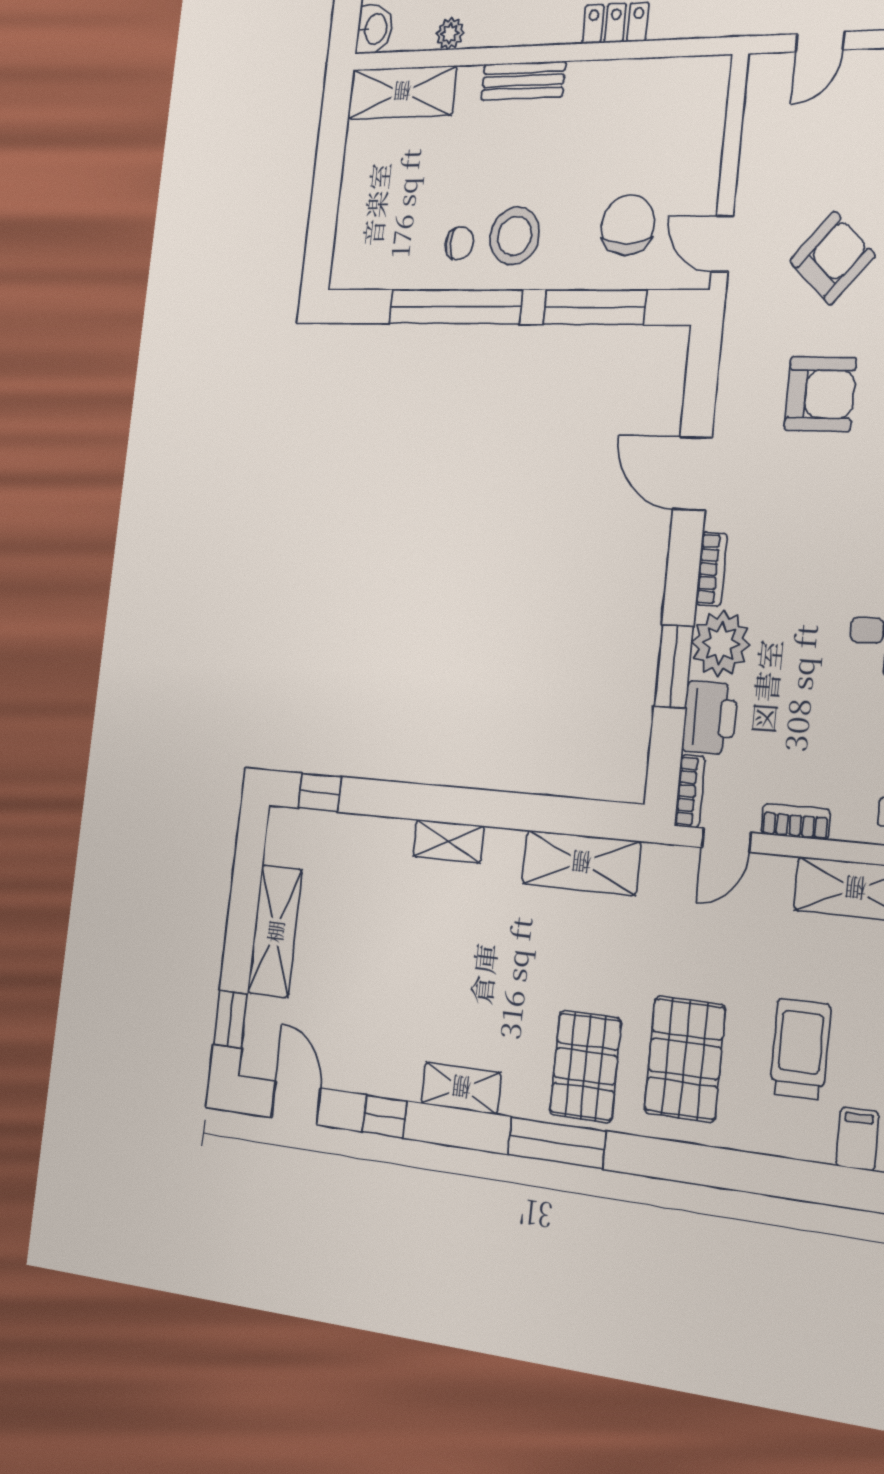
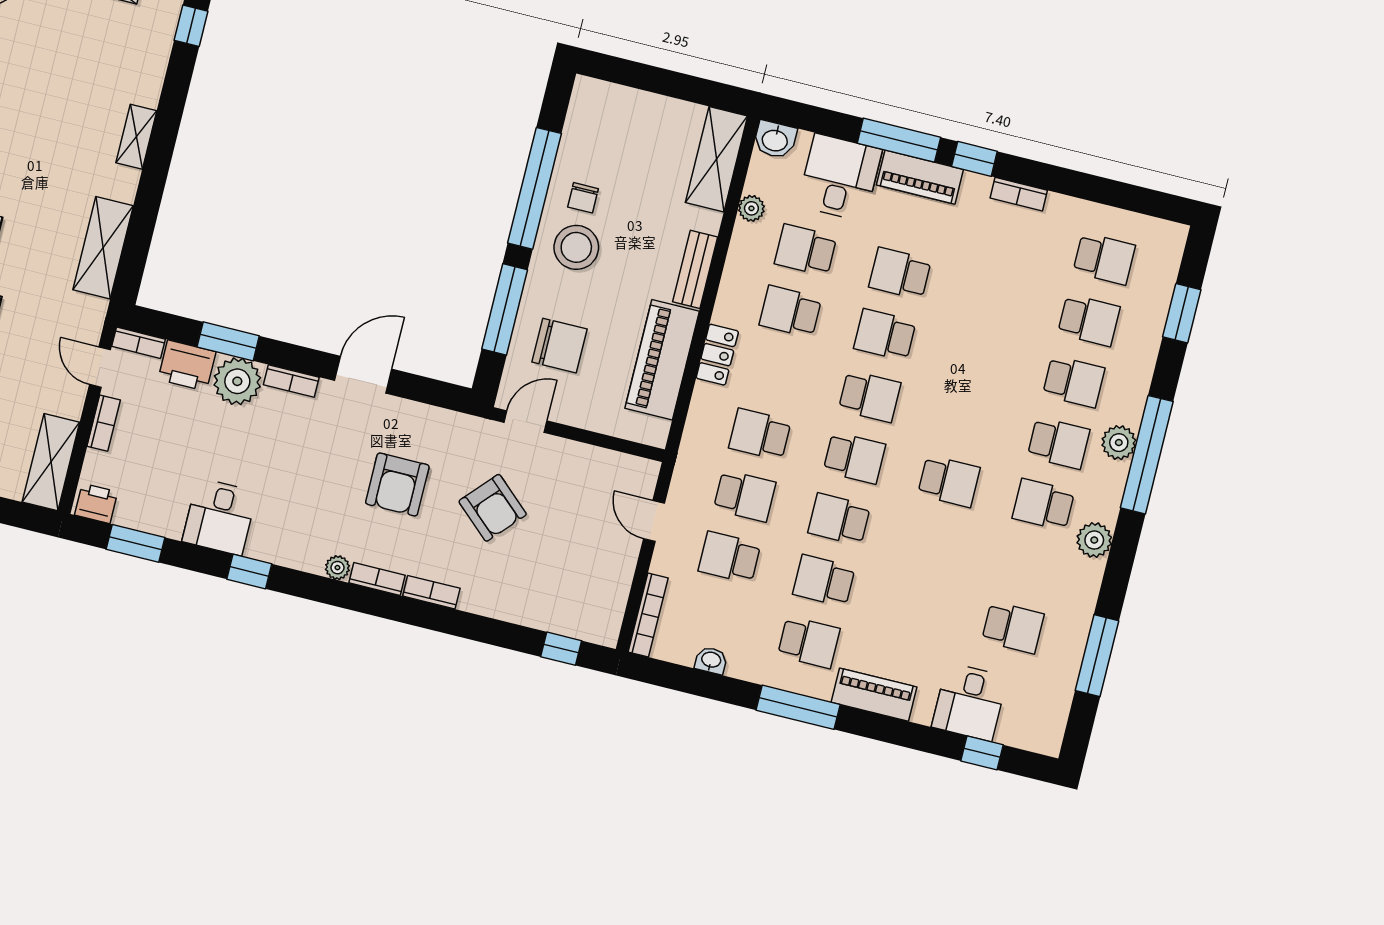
piano: (629, 90) -> (662, 360), added

